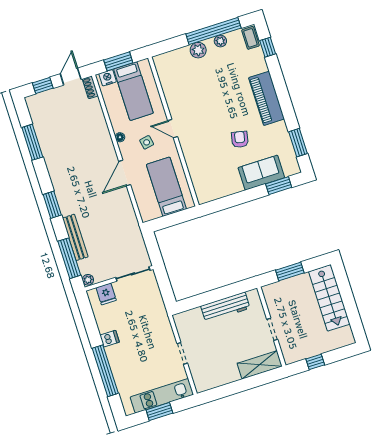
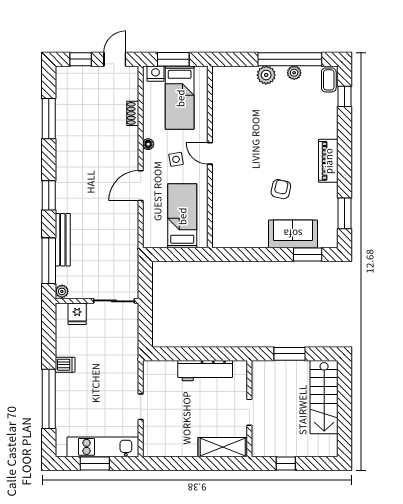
shoe rack: (90, 87) -> (133, 113), moved
piano: (267, 98) -> (328, 161), width x0.73, depth x0.75

